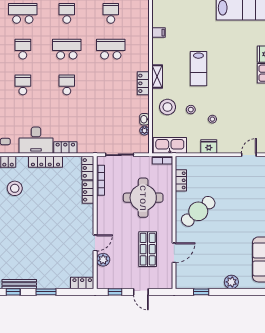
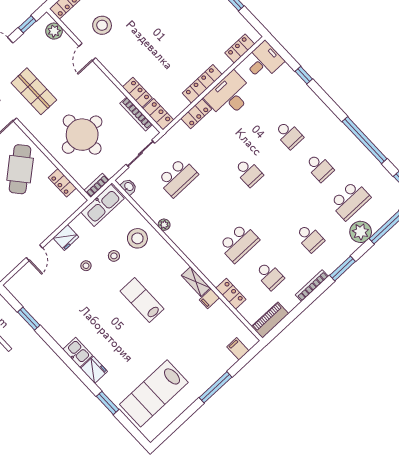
school desk: (67, 49) -> (178, 177), moved
shelving: (157, 76) -> (196, 282), moved
locker: (143, 83) -> (231, 294), moved
washbasin: (144, 119) -> (129, 187), moved
plant: (145, 131) -> (164, 225), moved
door: (249, 155) -> (34, 253), moved
stool: (15, 188) -> (102, 25), moved
plant: (103, 260) -> (54, 31), moved

